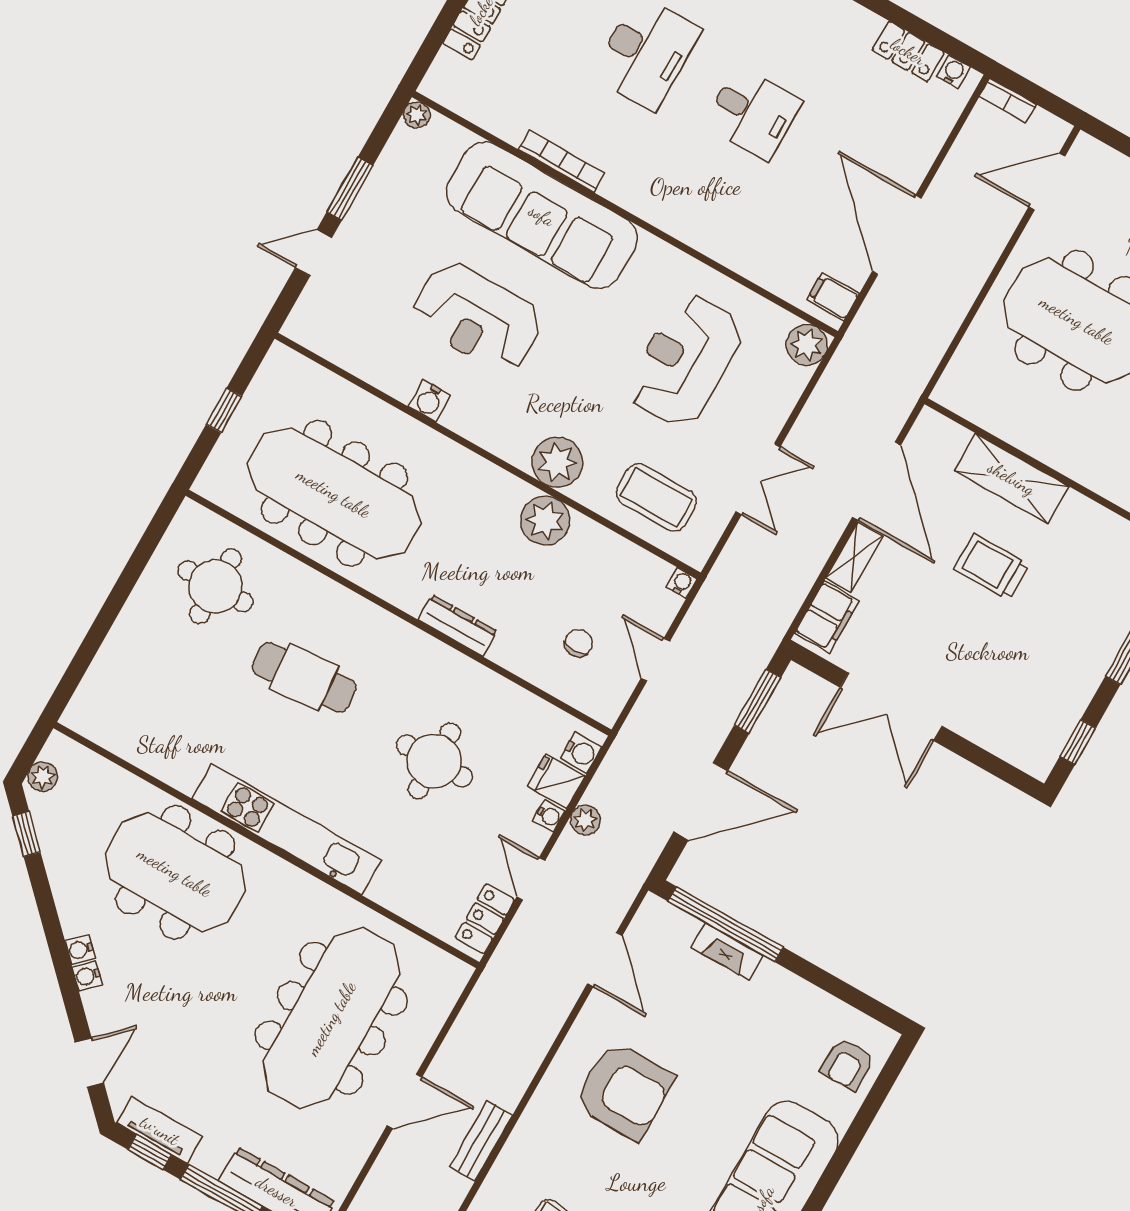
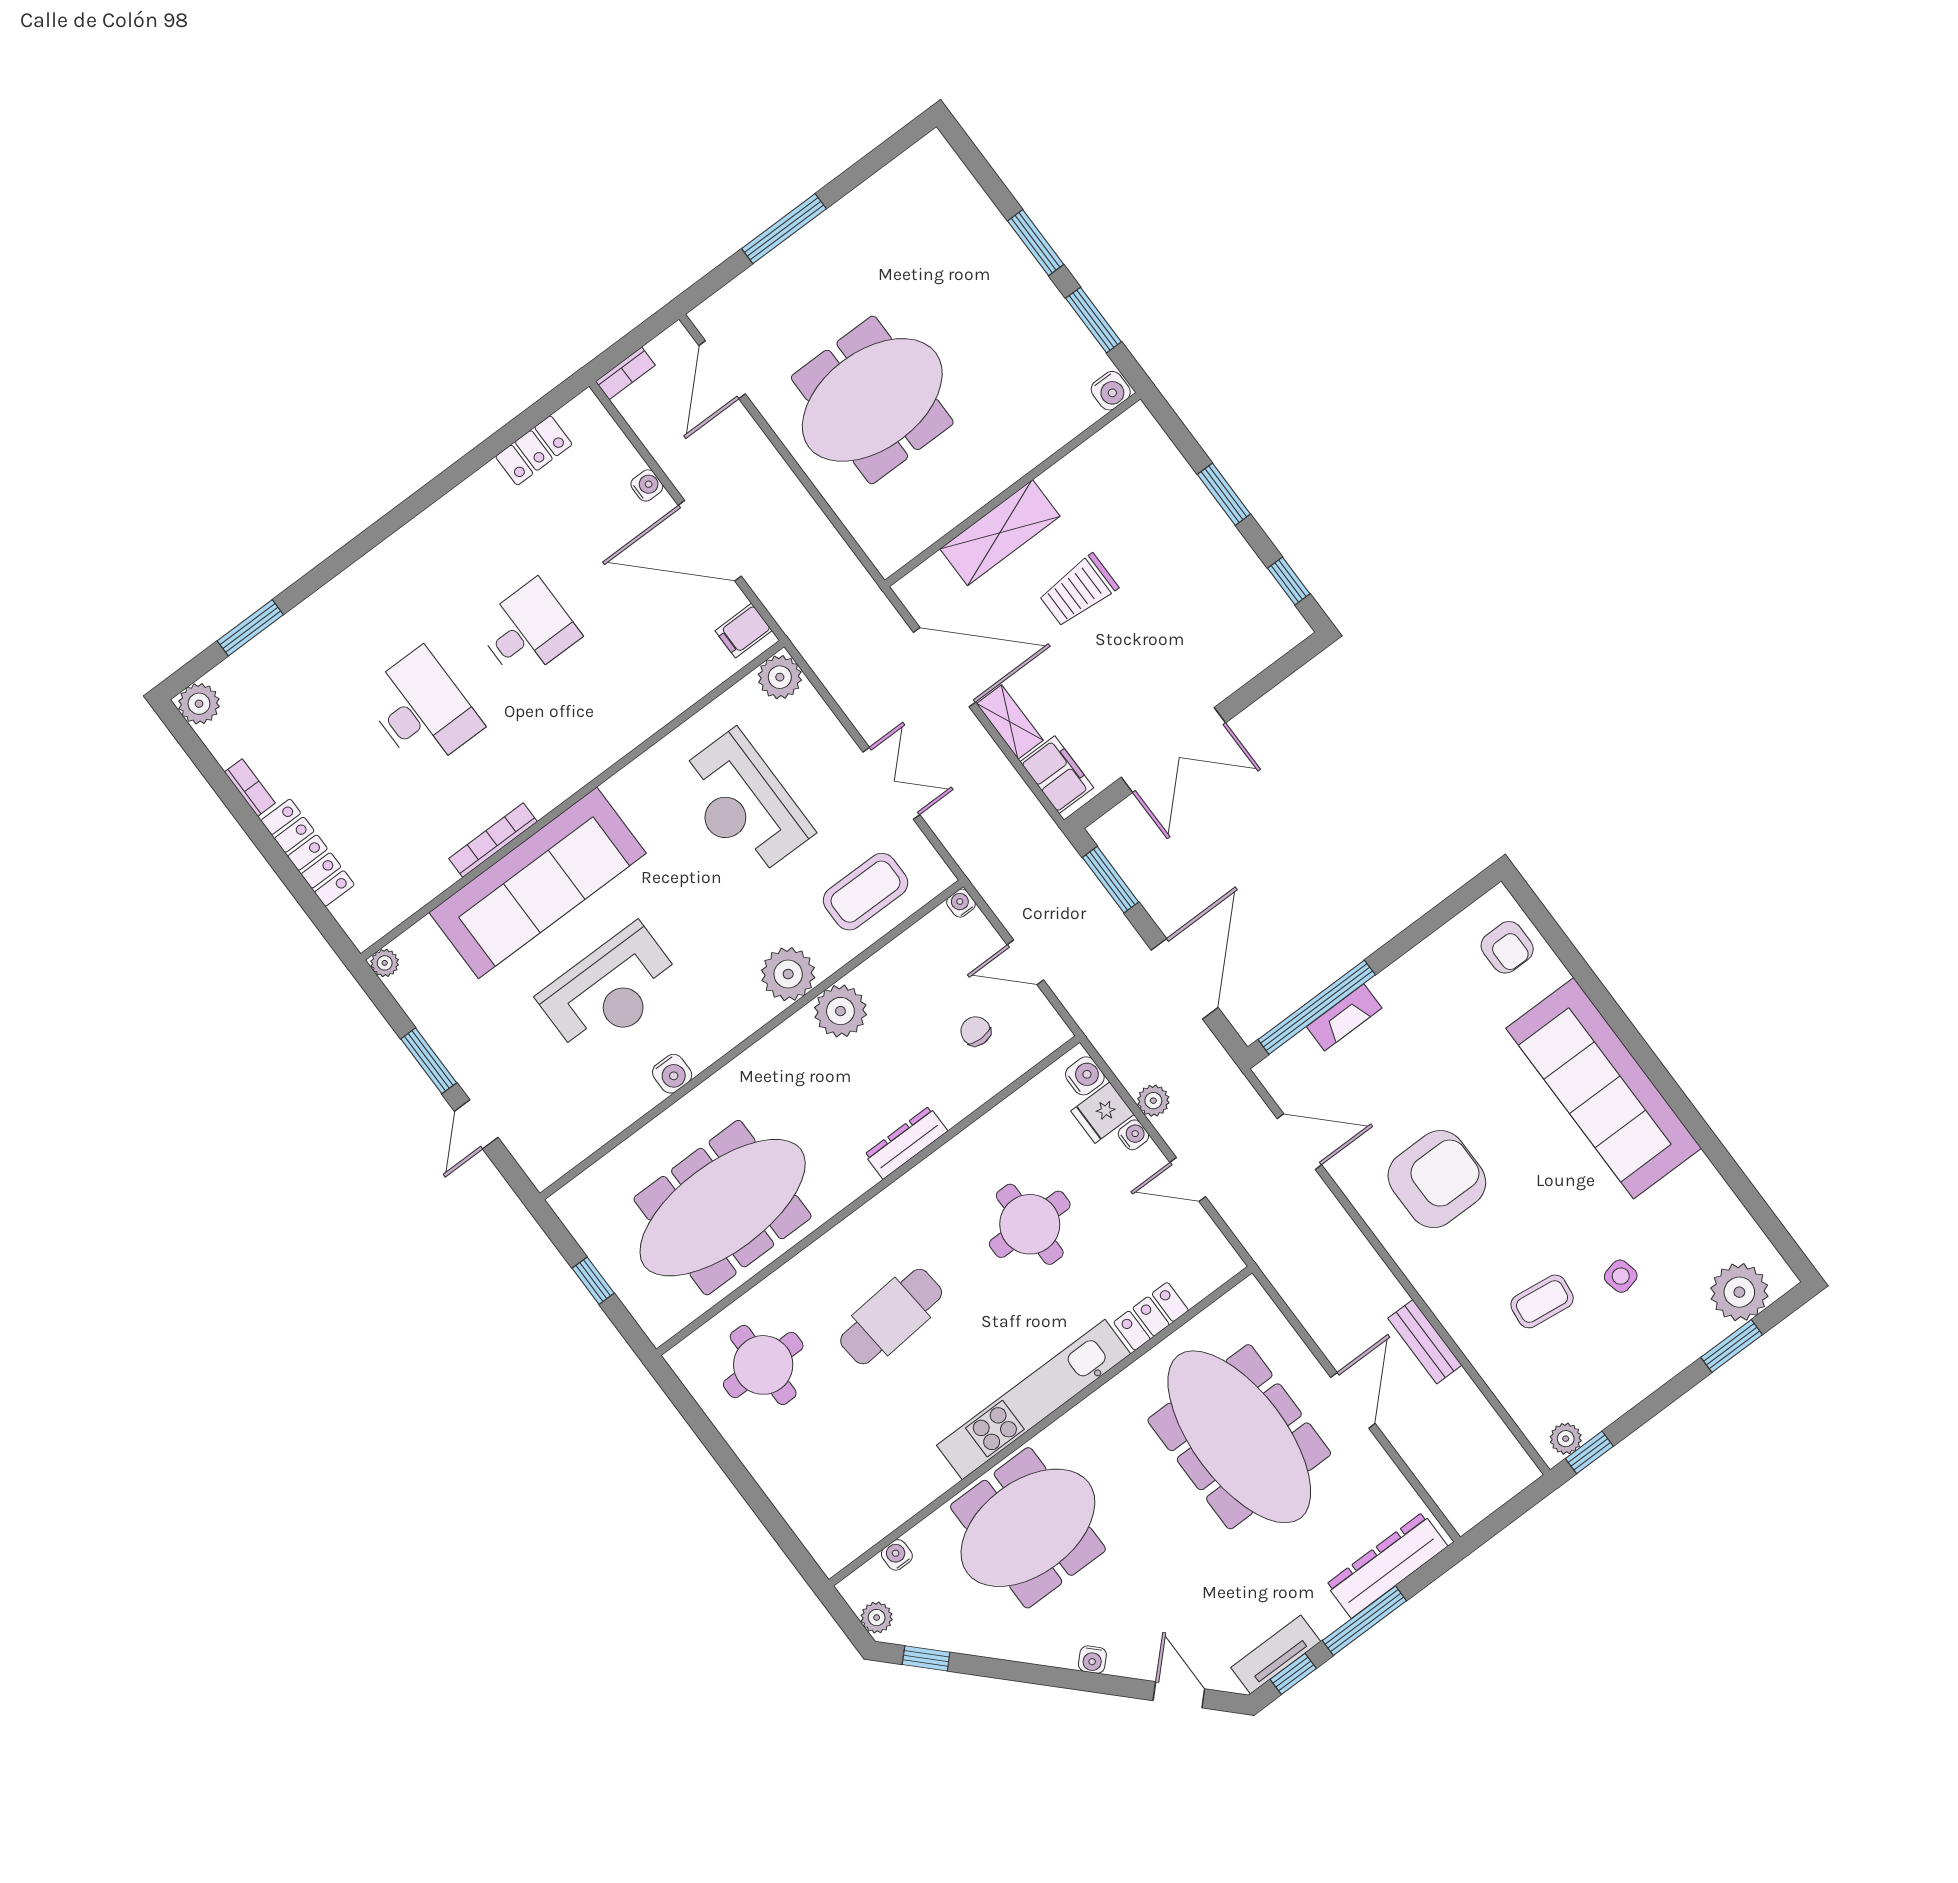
water cooler: (953, 72) -> (647, 485), moved, turned 90
locker: (485, 919) -> (1151, 1316), moved, turned 90
water cooler: (80, 950) -> (897, 1555), moved, turned 135

